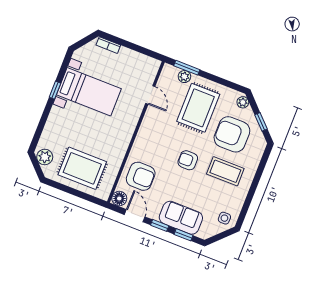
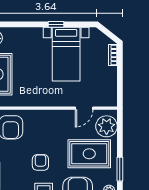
window: (187, 68) -> (120, 169), moved
plant: (184, 77) -> (107, 126), width x1.88, depth x1.88

